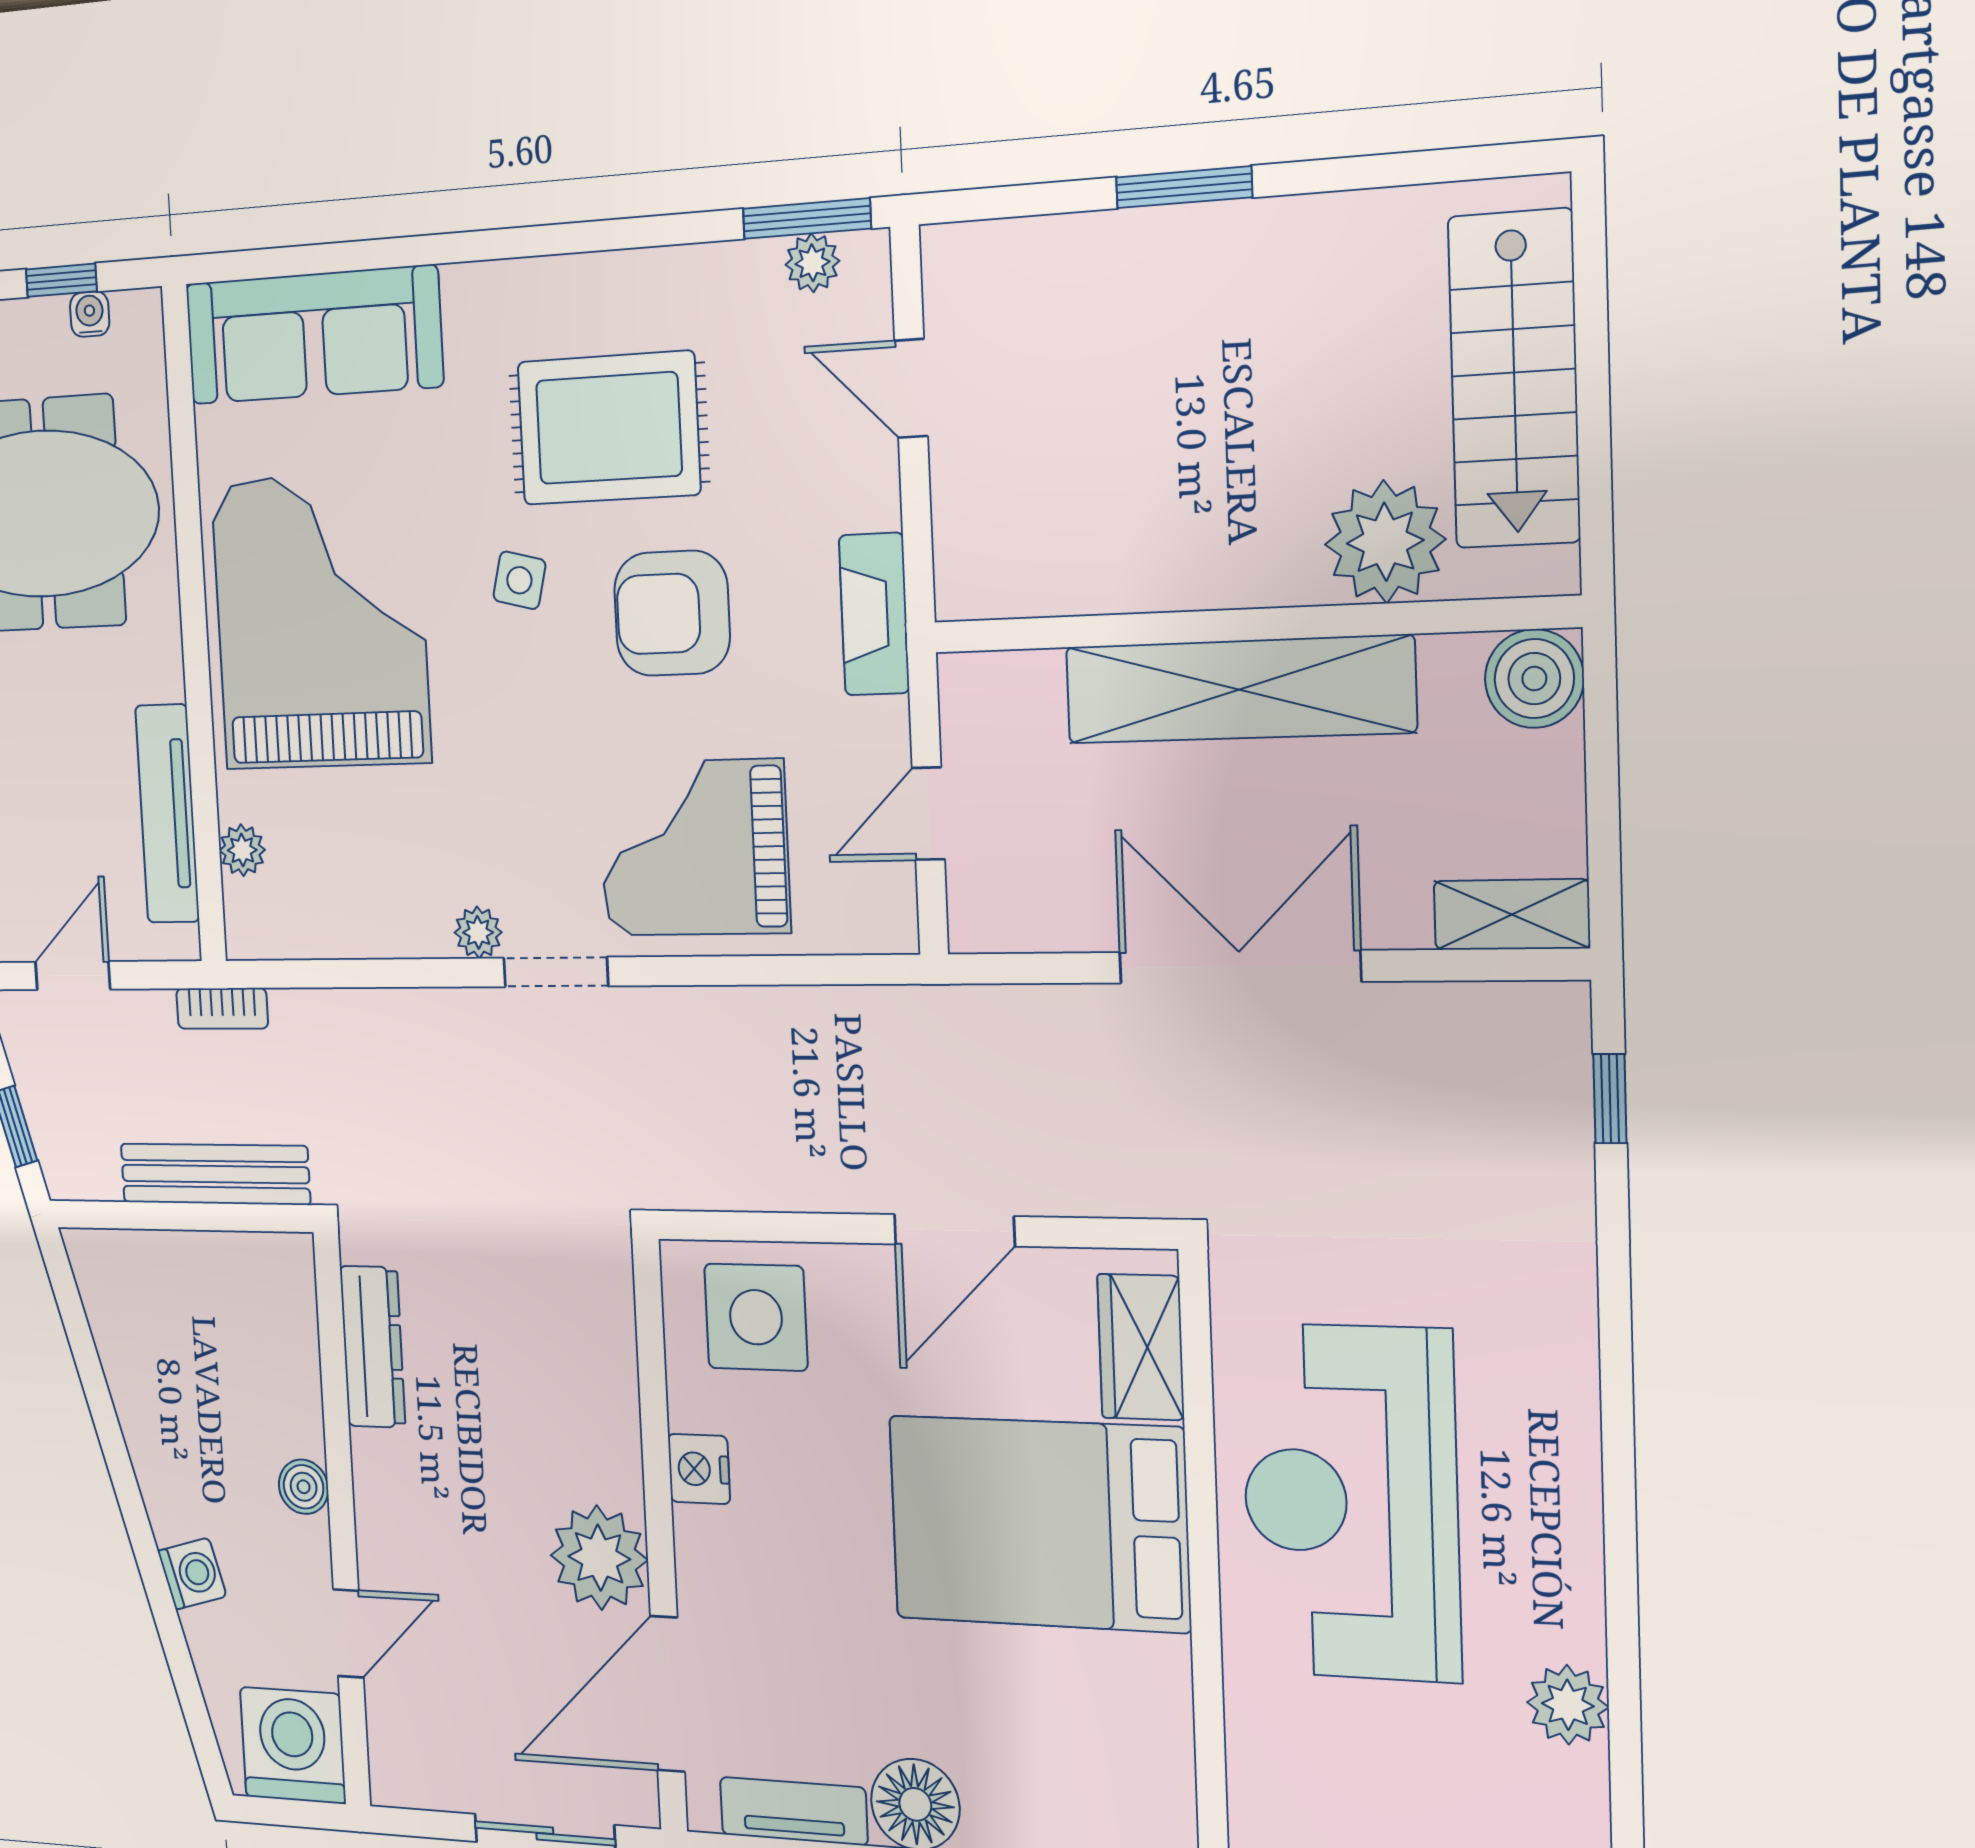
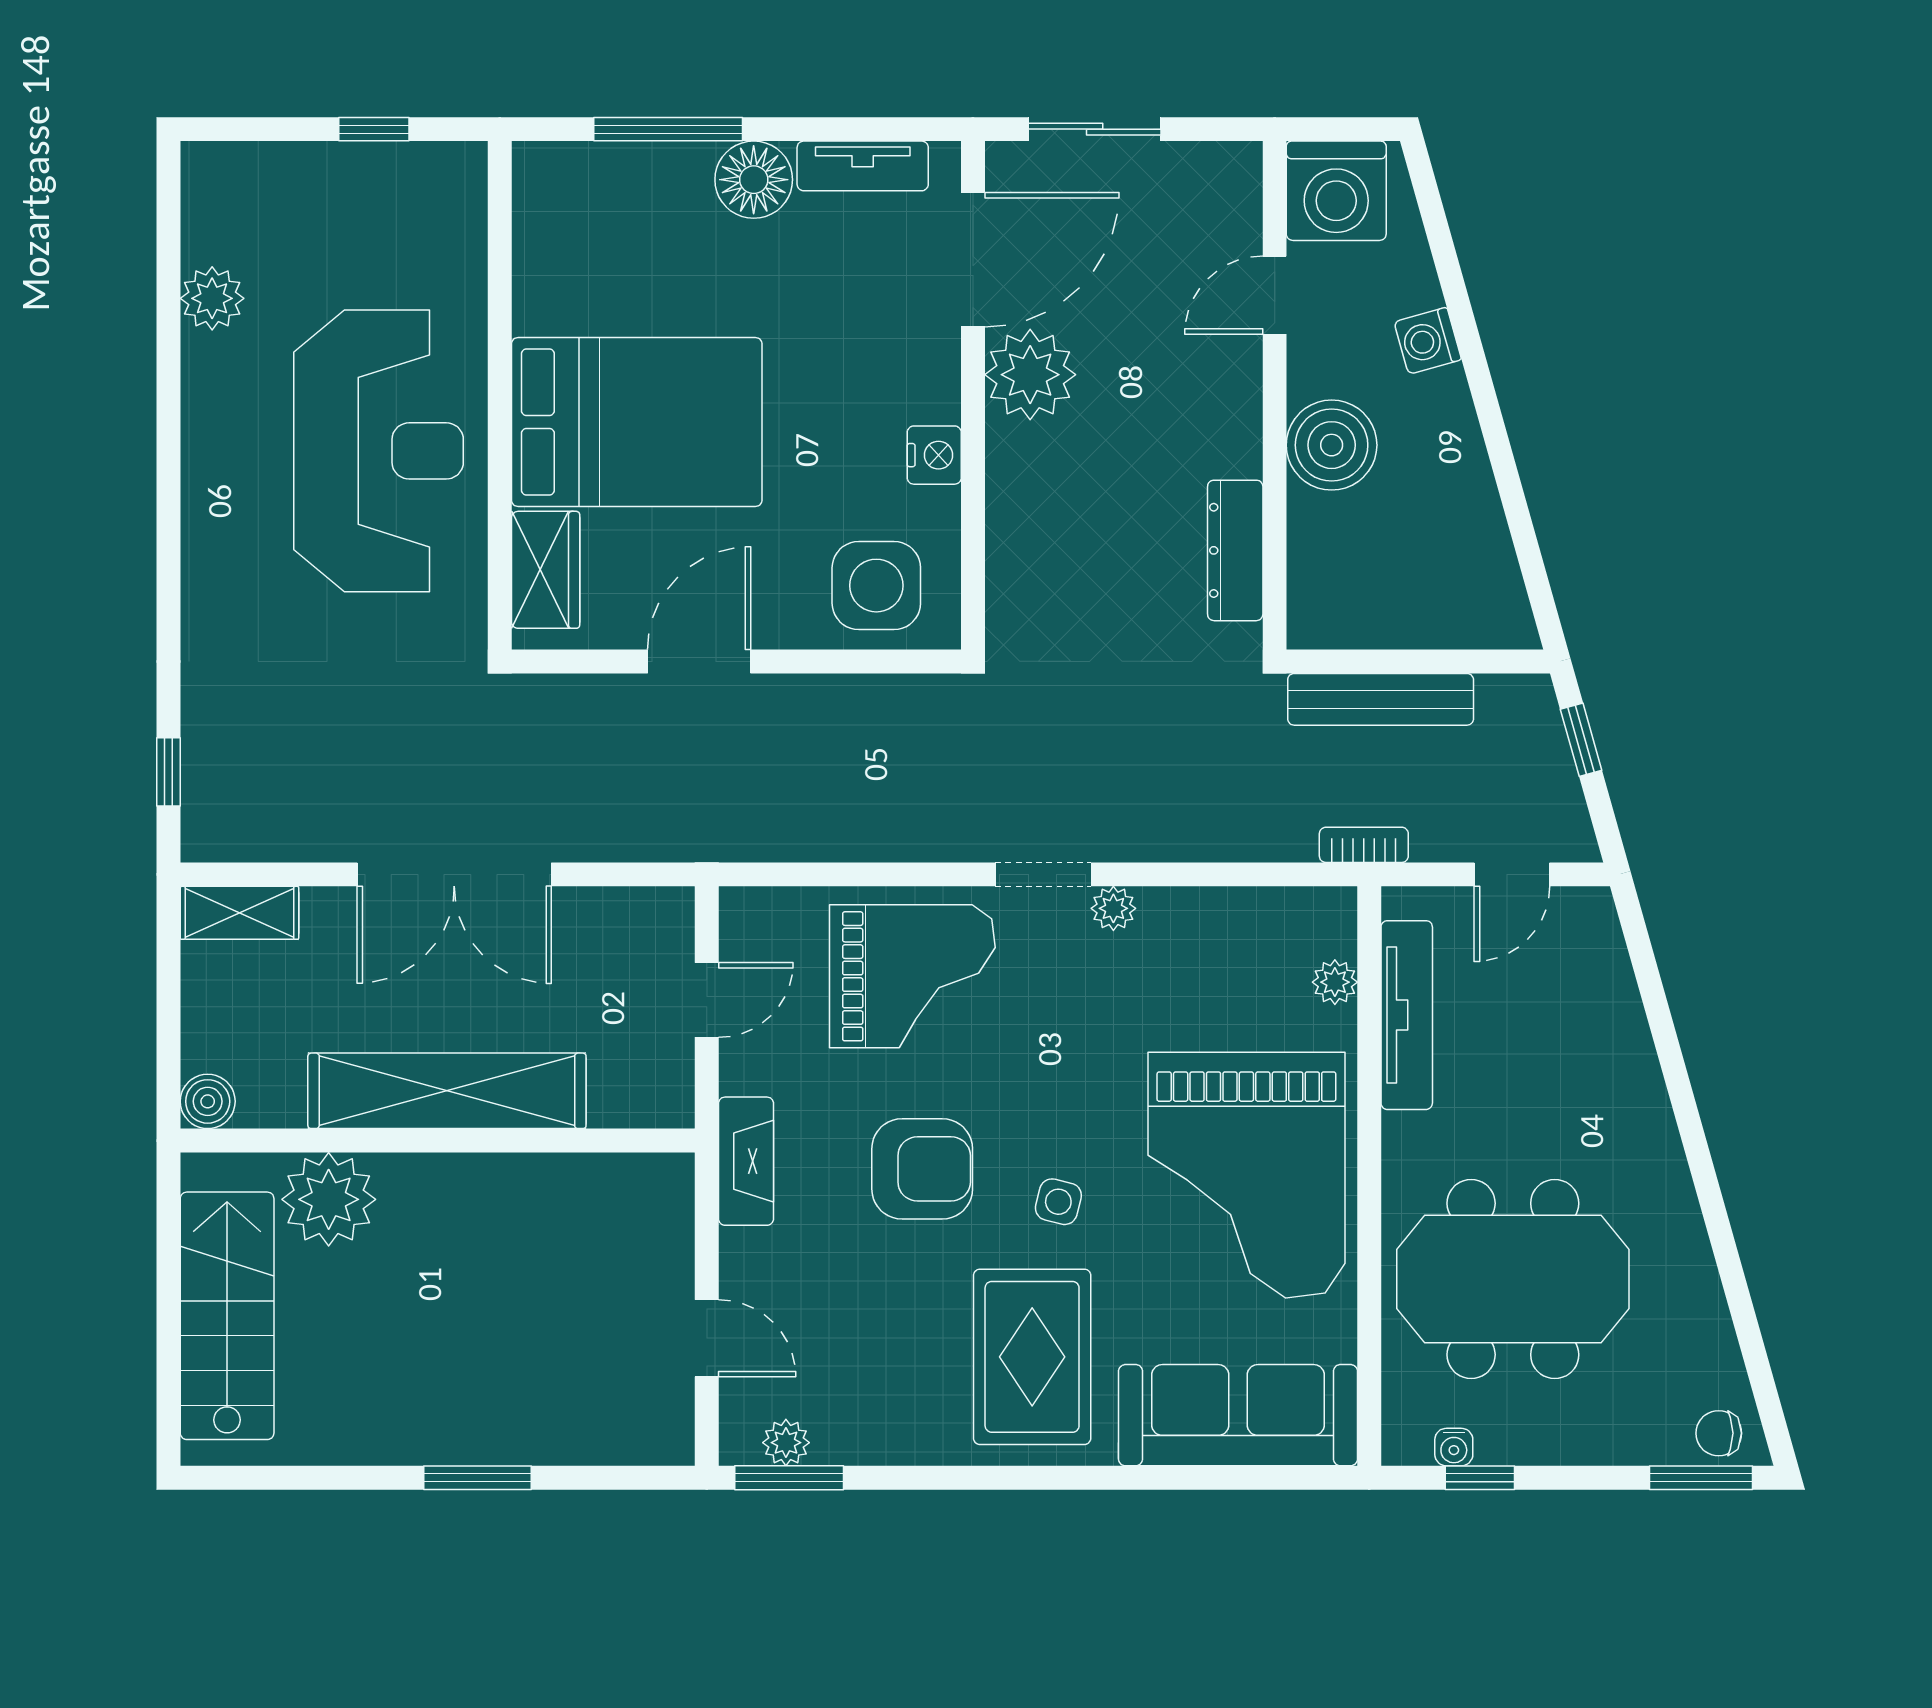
rug: (609, 428) -> (1032, 1357), moved, turned 90
boiler: (1534, 679) -> (208, 1101), width x0.73, depth x0.73
boiler: (304, 1487) -> (1332, 445), width x1.86, depth x1.86

